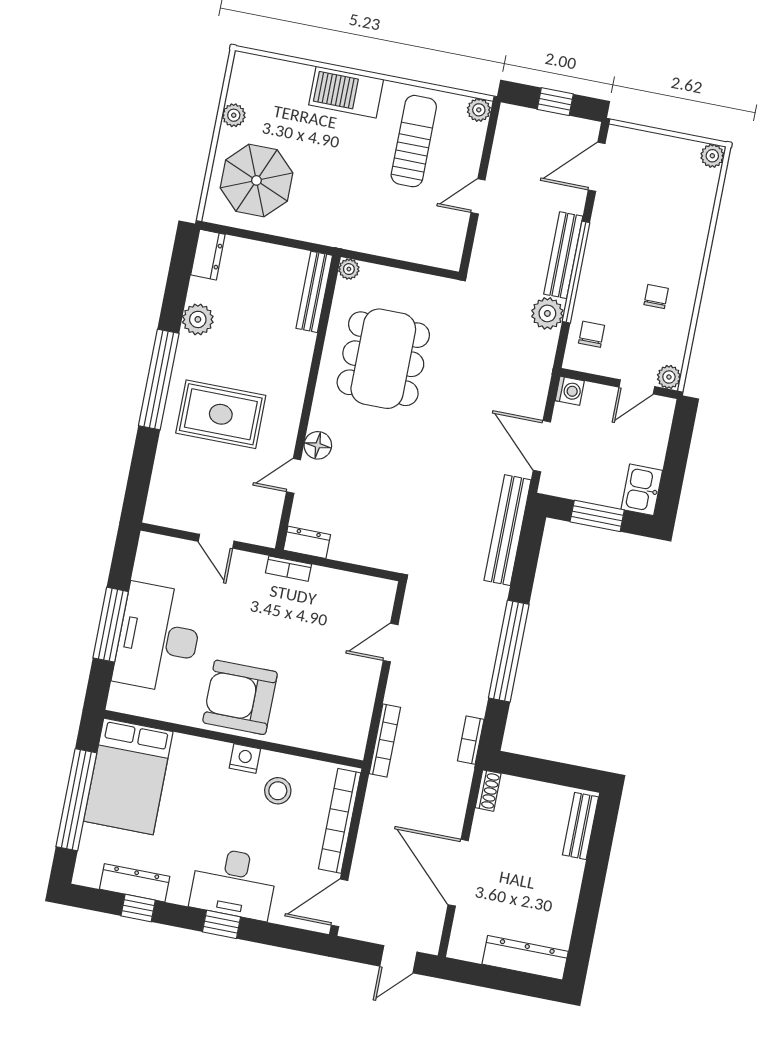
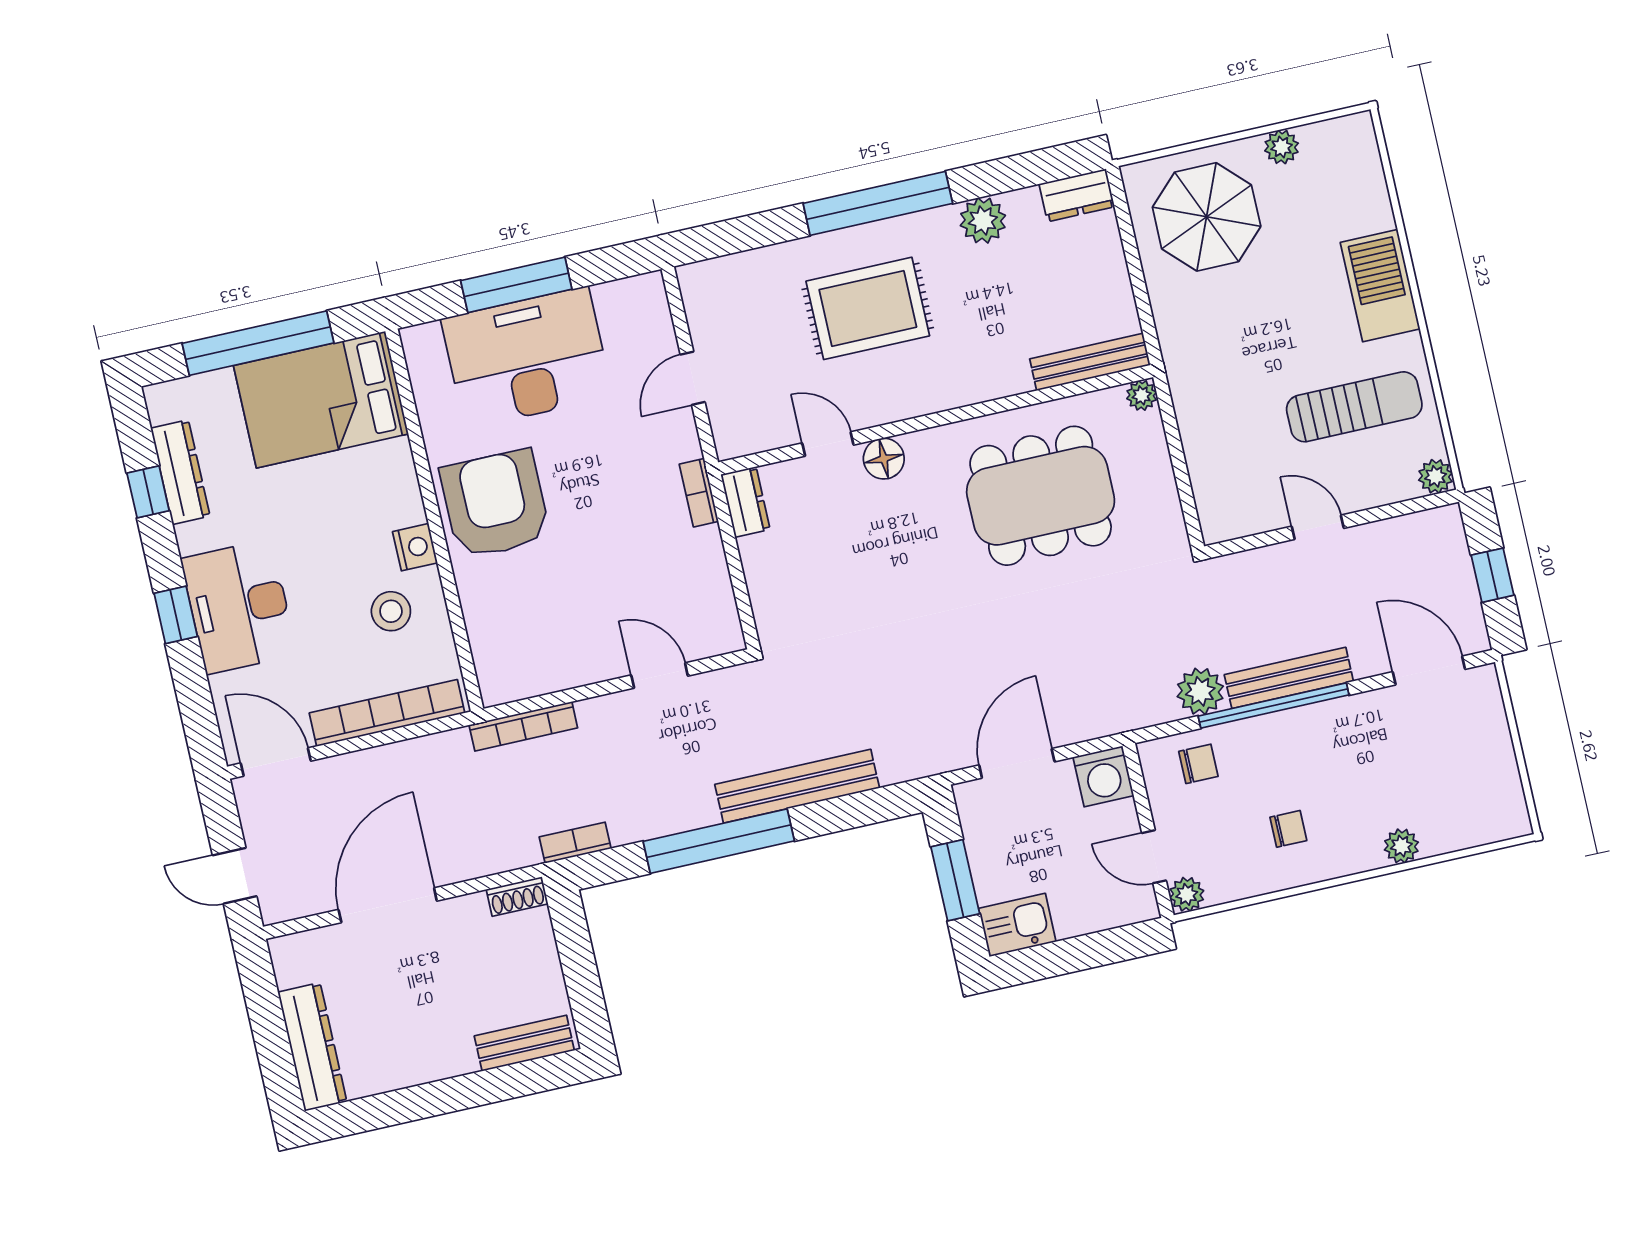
plant: (712, 156) -> (1401, 846), moved
washing machine: (570, 391) -> (1103, 776), width x1.38, depth x1.38
rug: (221, 414) -> (868, 308), turned 90
bench: (508, 530) -> (797, 786), moved

